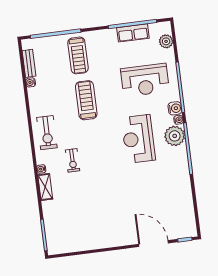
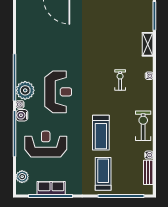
exercise bike: (47, 133) -> (143, 126), moved
shelving: (45, 187) -> (148, 44), moved

